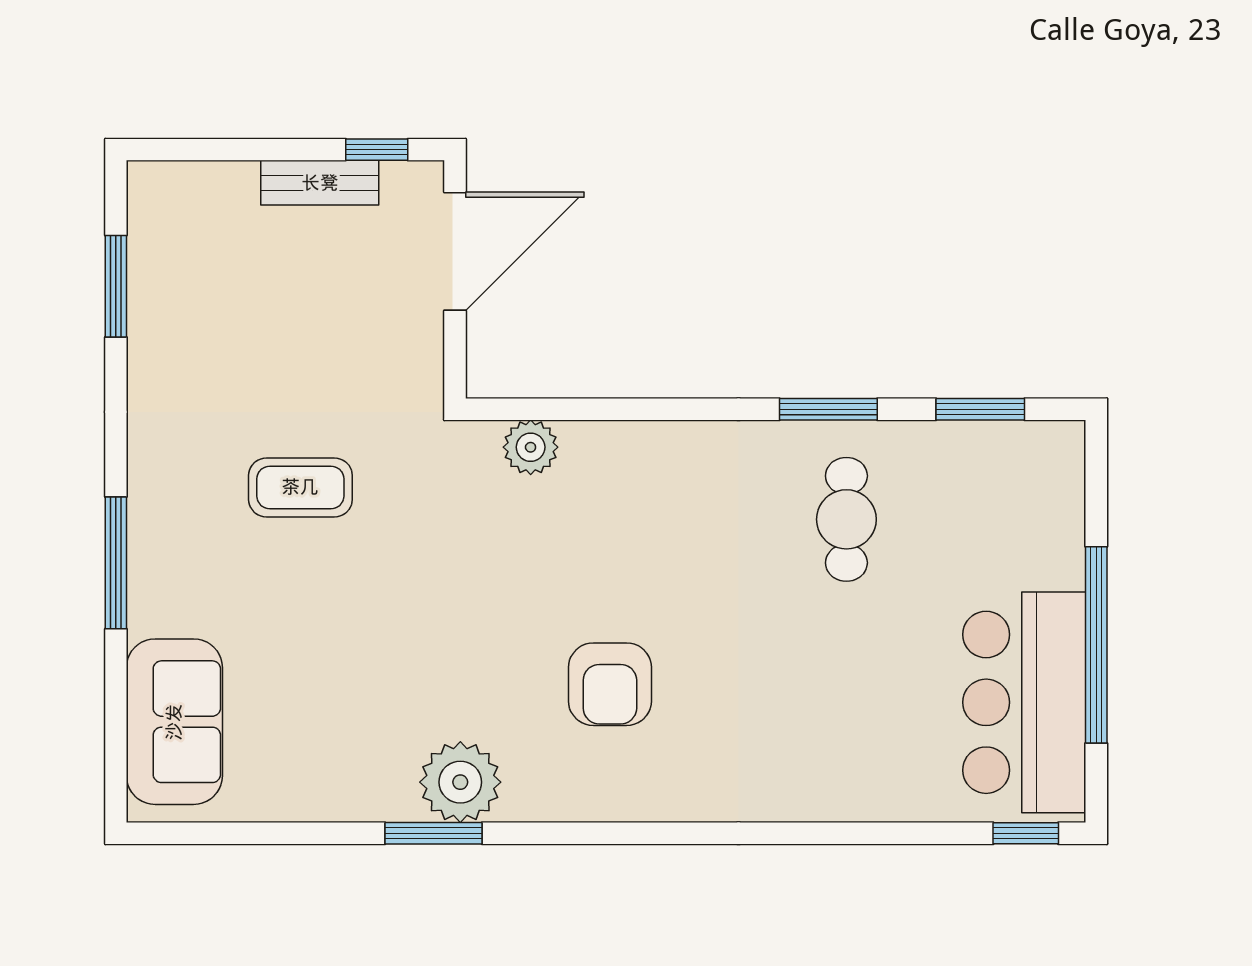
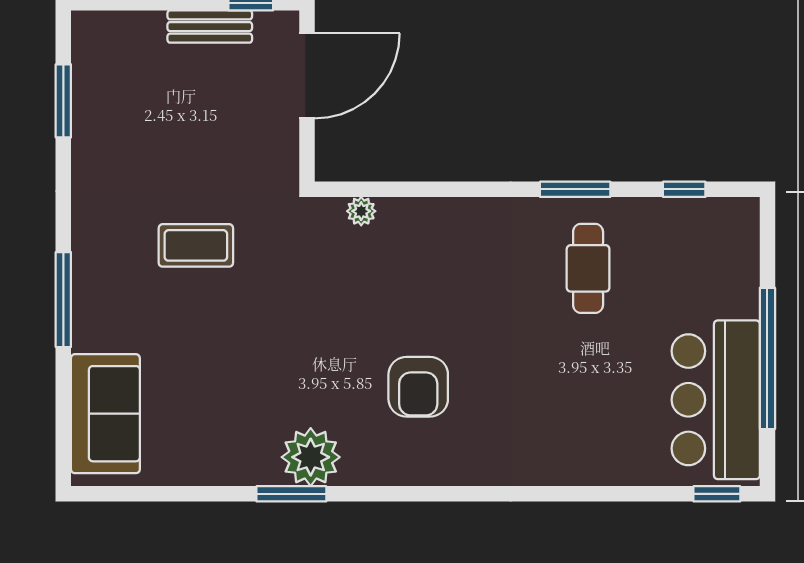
window: (980, 409) -> (684, 189), width x0.67
plant: (531, 447) -> (361, 211), width x0.73, depth x0.73

